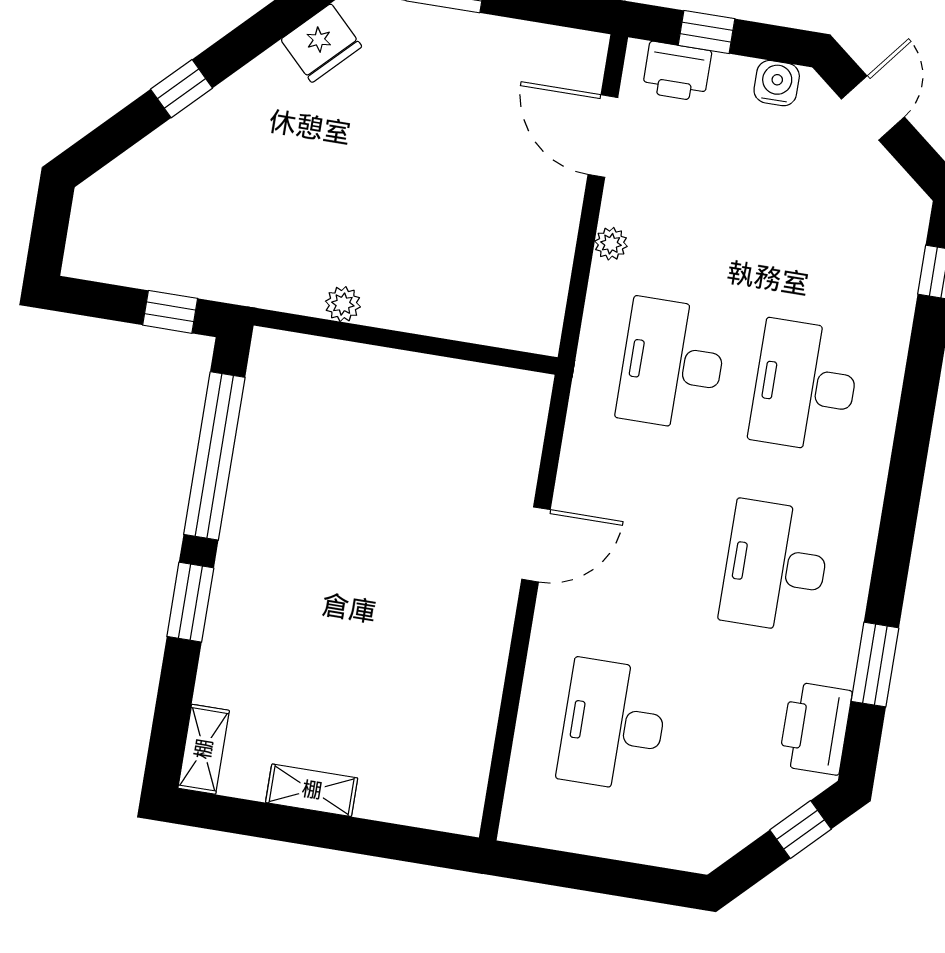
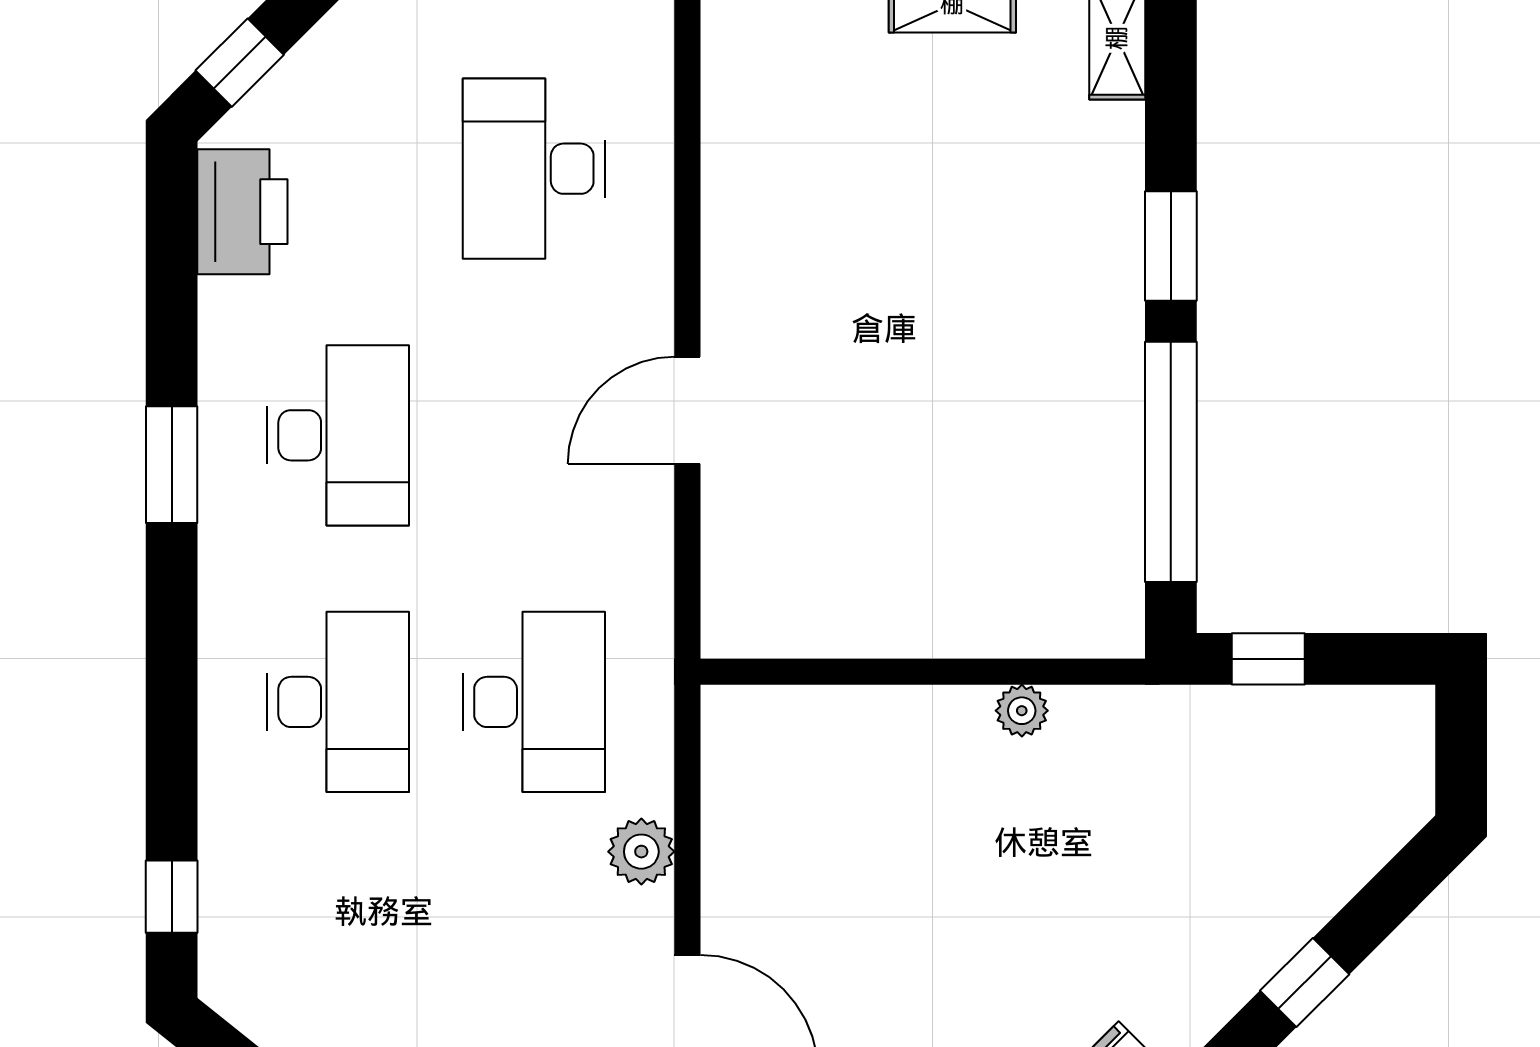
plant: (611, 244) -> (641, 852), width x1.38, depth x1.38
window: (875, 665) -> (172, 465), moved
desk: (613, 725) -> (534, 169), turned 180

